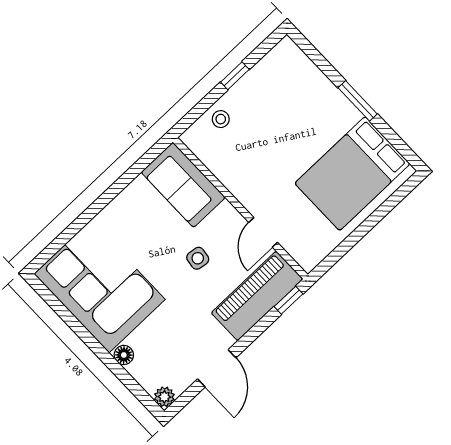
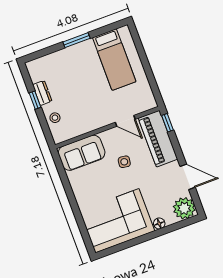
dresser: (251, 82) -> (42, 93), added
bed: (352, 174) -> (114, 60), width x0.67
plant: (164, 397) -> (184, 208), width x1.88, depth x1.88

